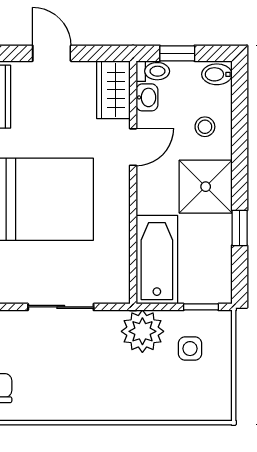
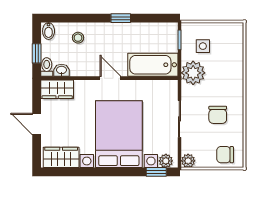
door: (52, 53) -> (37, 124), hinge flipped
door: (133, 147) -> (110, 78), moved
shower: (206, 187) -> (112, 37), removed
window: (240, 228) -> (121, 18), moved
chair: (68, 375) -> (218, 115), added

